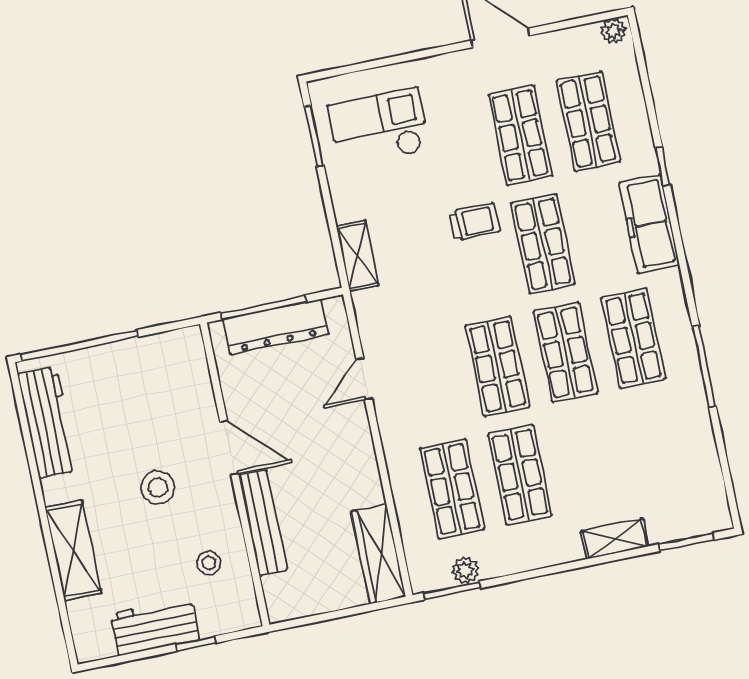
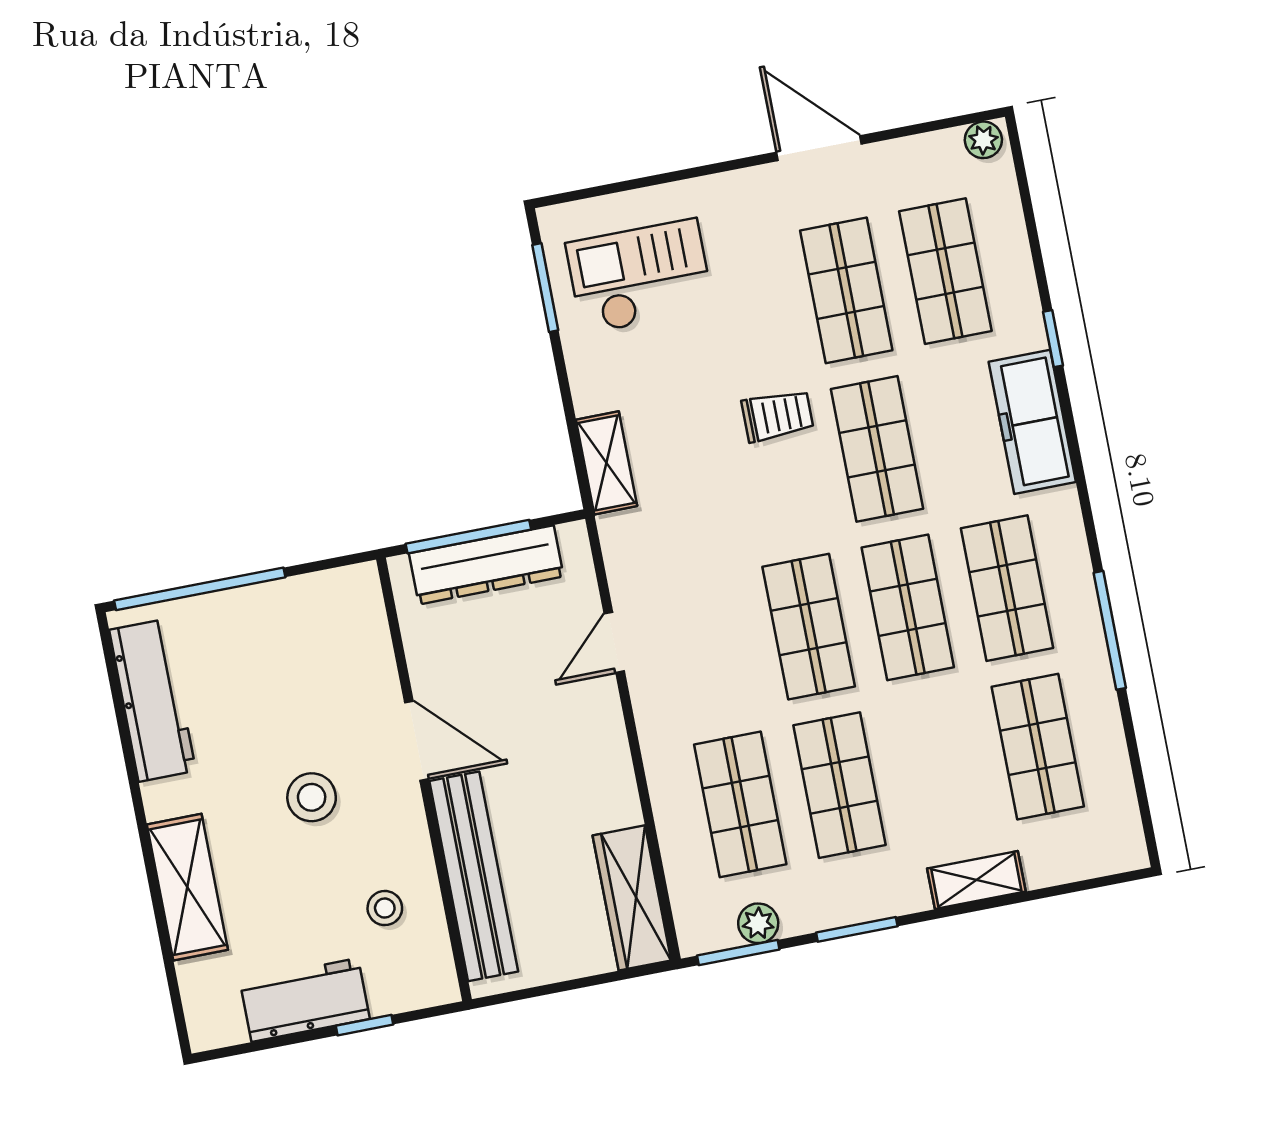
shop shelf: (656, 447) -> (1038, 747), added
bench: (263, 523) -> (474, 876), width x1.37, depth x1.21
window: (686, 542) -> (857, 929), moved

